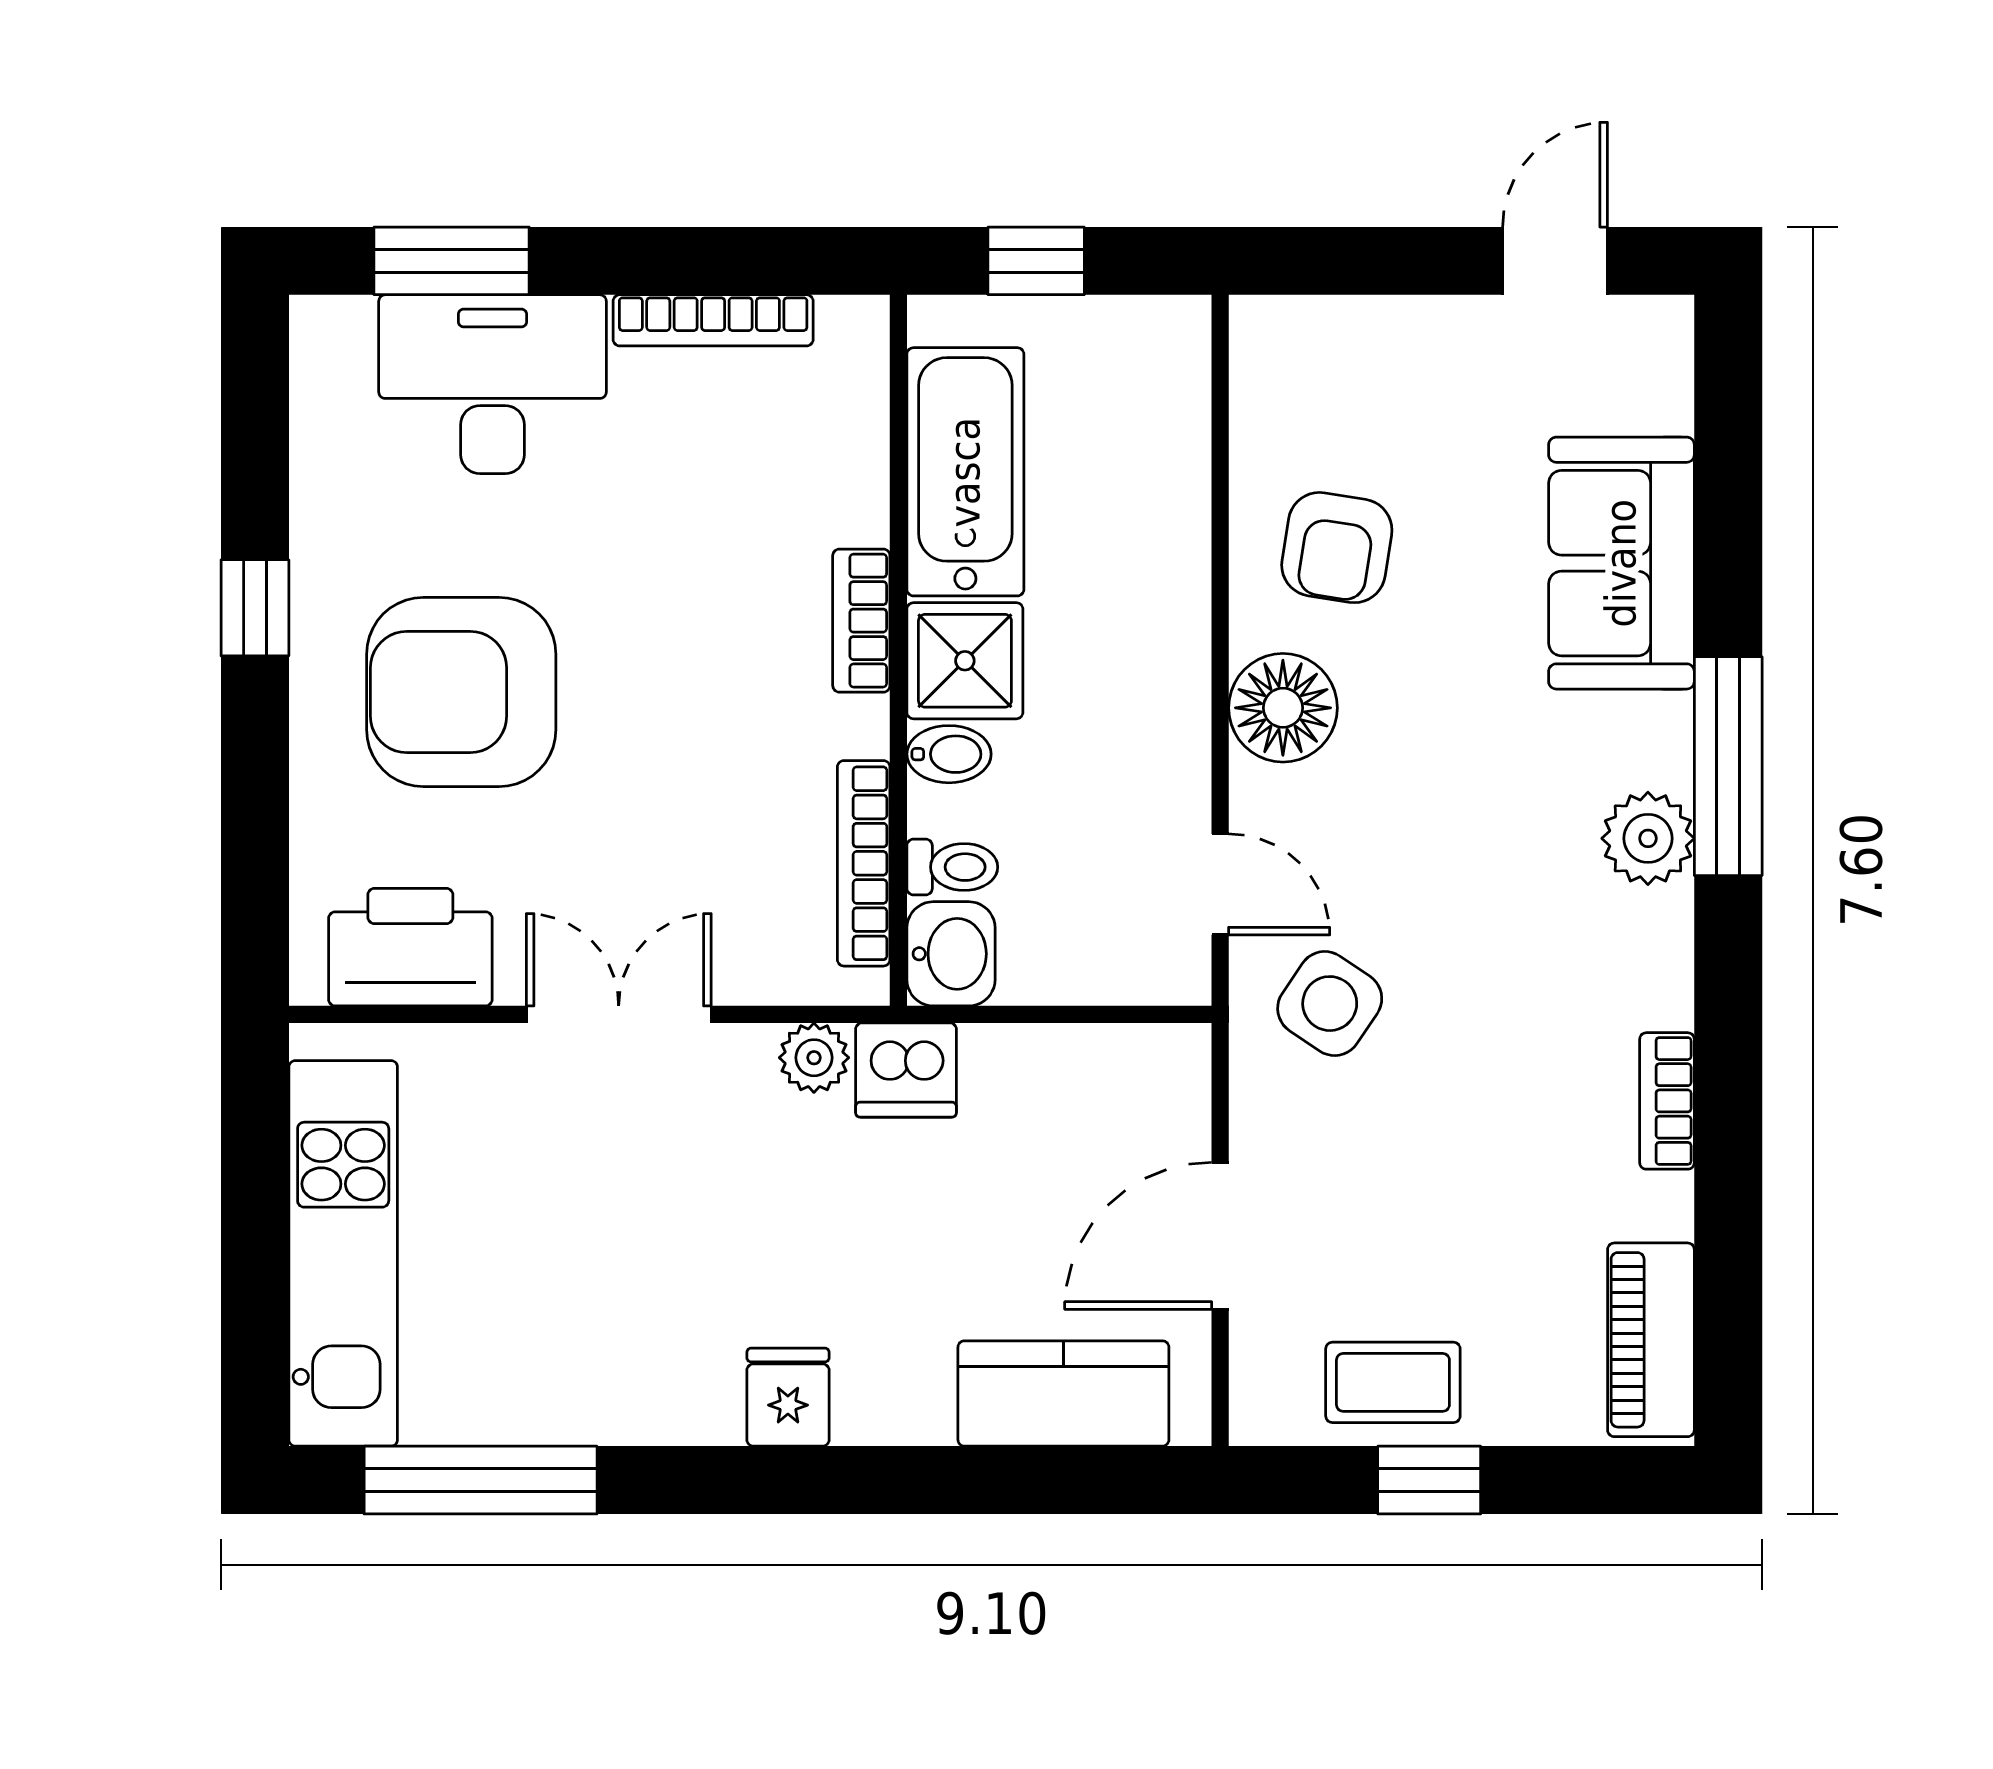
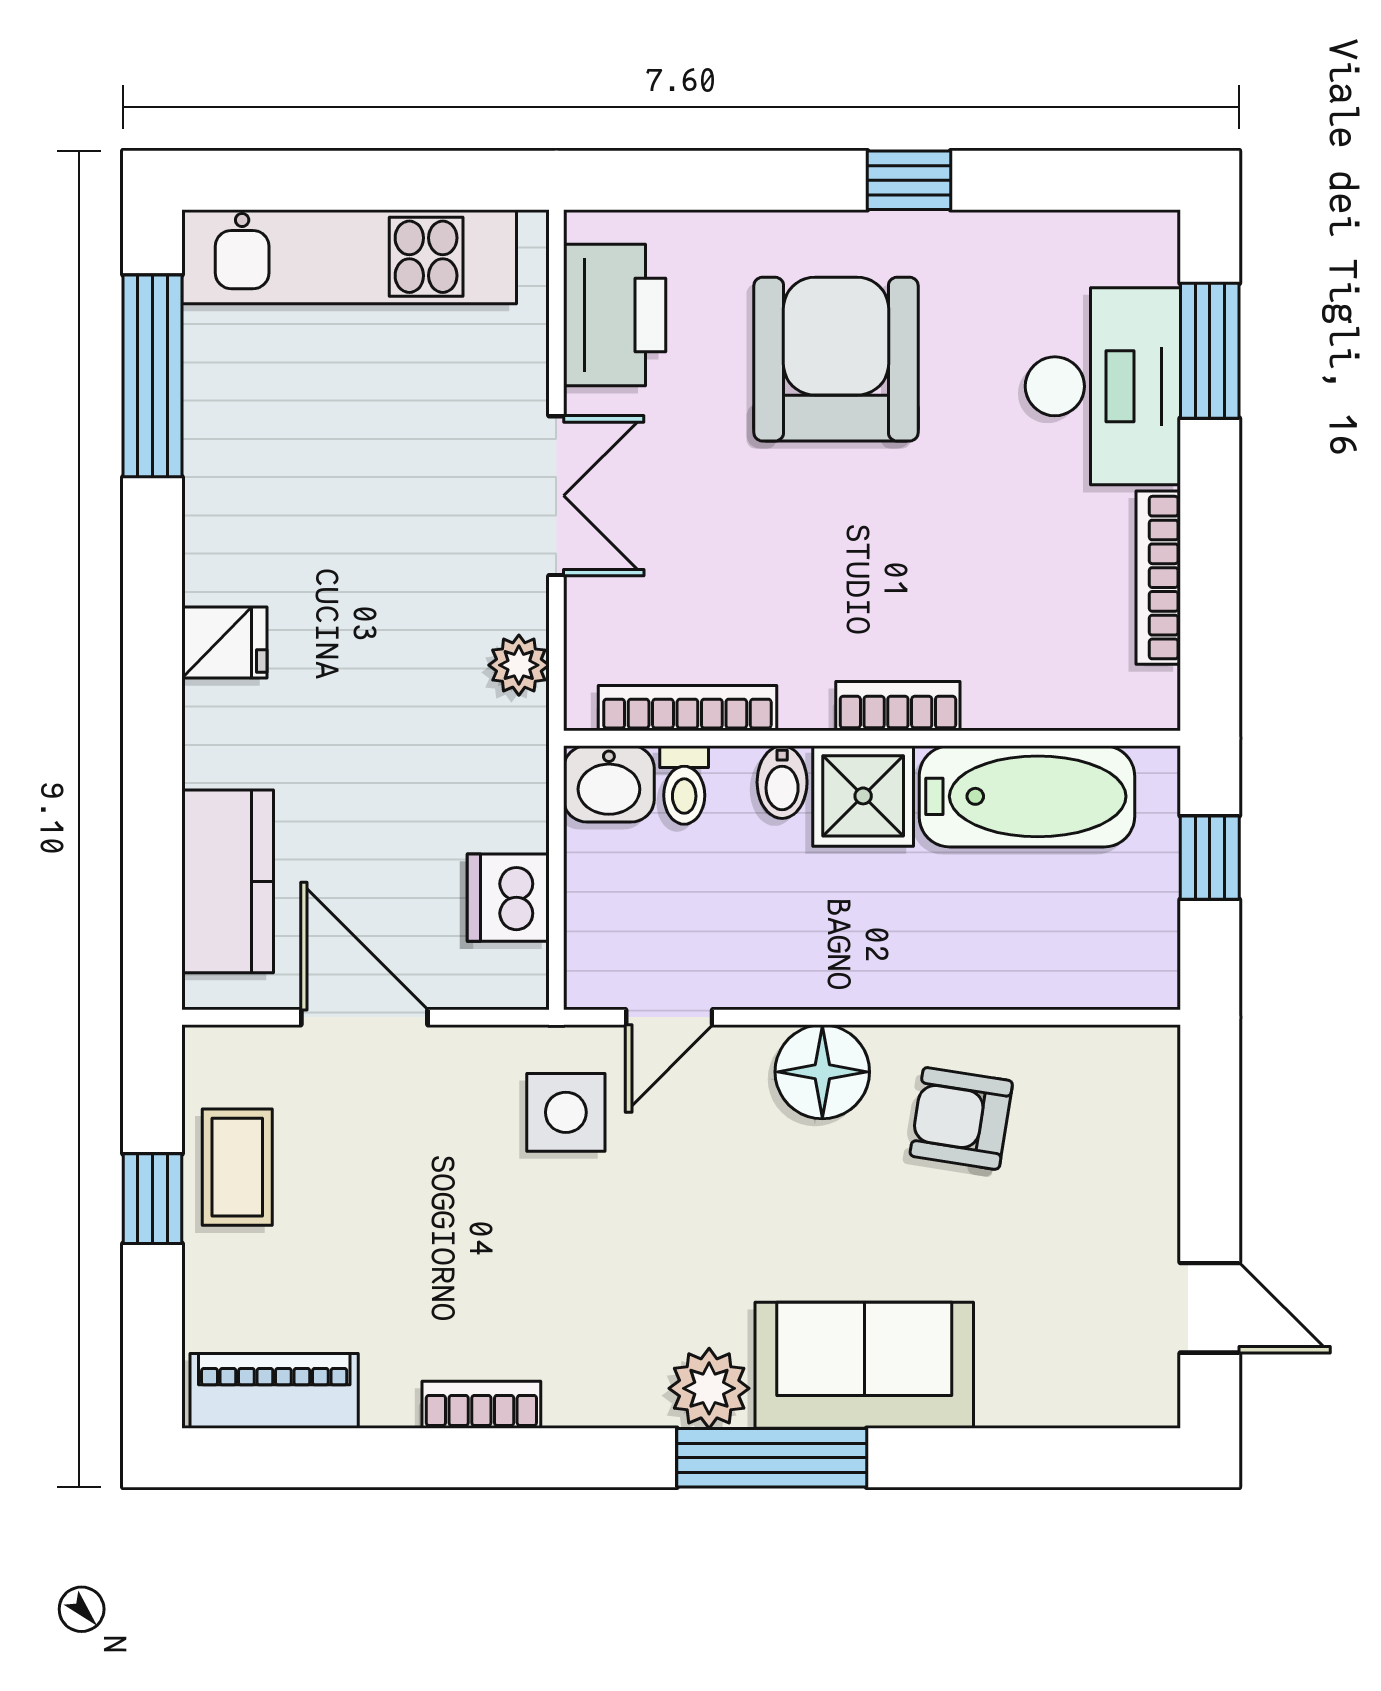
sofa: (1621, 563) -> (864, 1365), moved
side table: (1330, 1004) -> (566, 1112), turned -34
dishwasher: (906, 1070) -> (508, 898), moved

